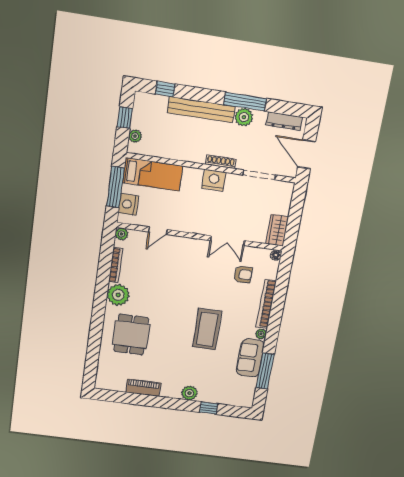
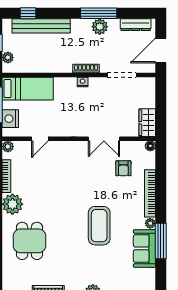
bench: (201, 110) -> (41, 26), moved
door: (307, 154) -> (161, 51), hinge flipped
nightstand: (214, 180) -> (83, 82), width x0.53, depth x0.56
armchair: (243, 274) -> (123, 168), turned 90
window: (265, 371) -> (161, 241), moved

